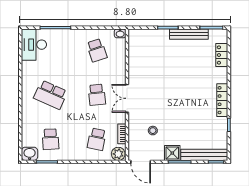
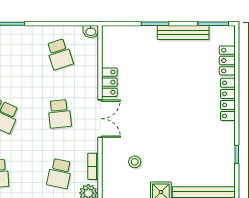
locker: (134, 71) -> (109, 82), added
double door: (127, 98) -> (100, 119), swing flipped
locker: (222, 100) -> (228, 99), moved

